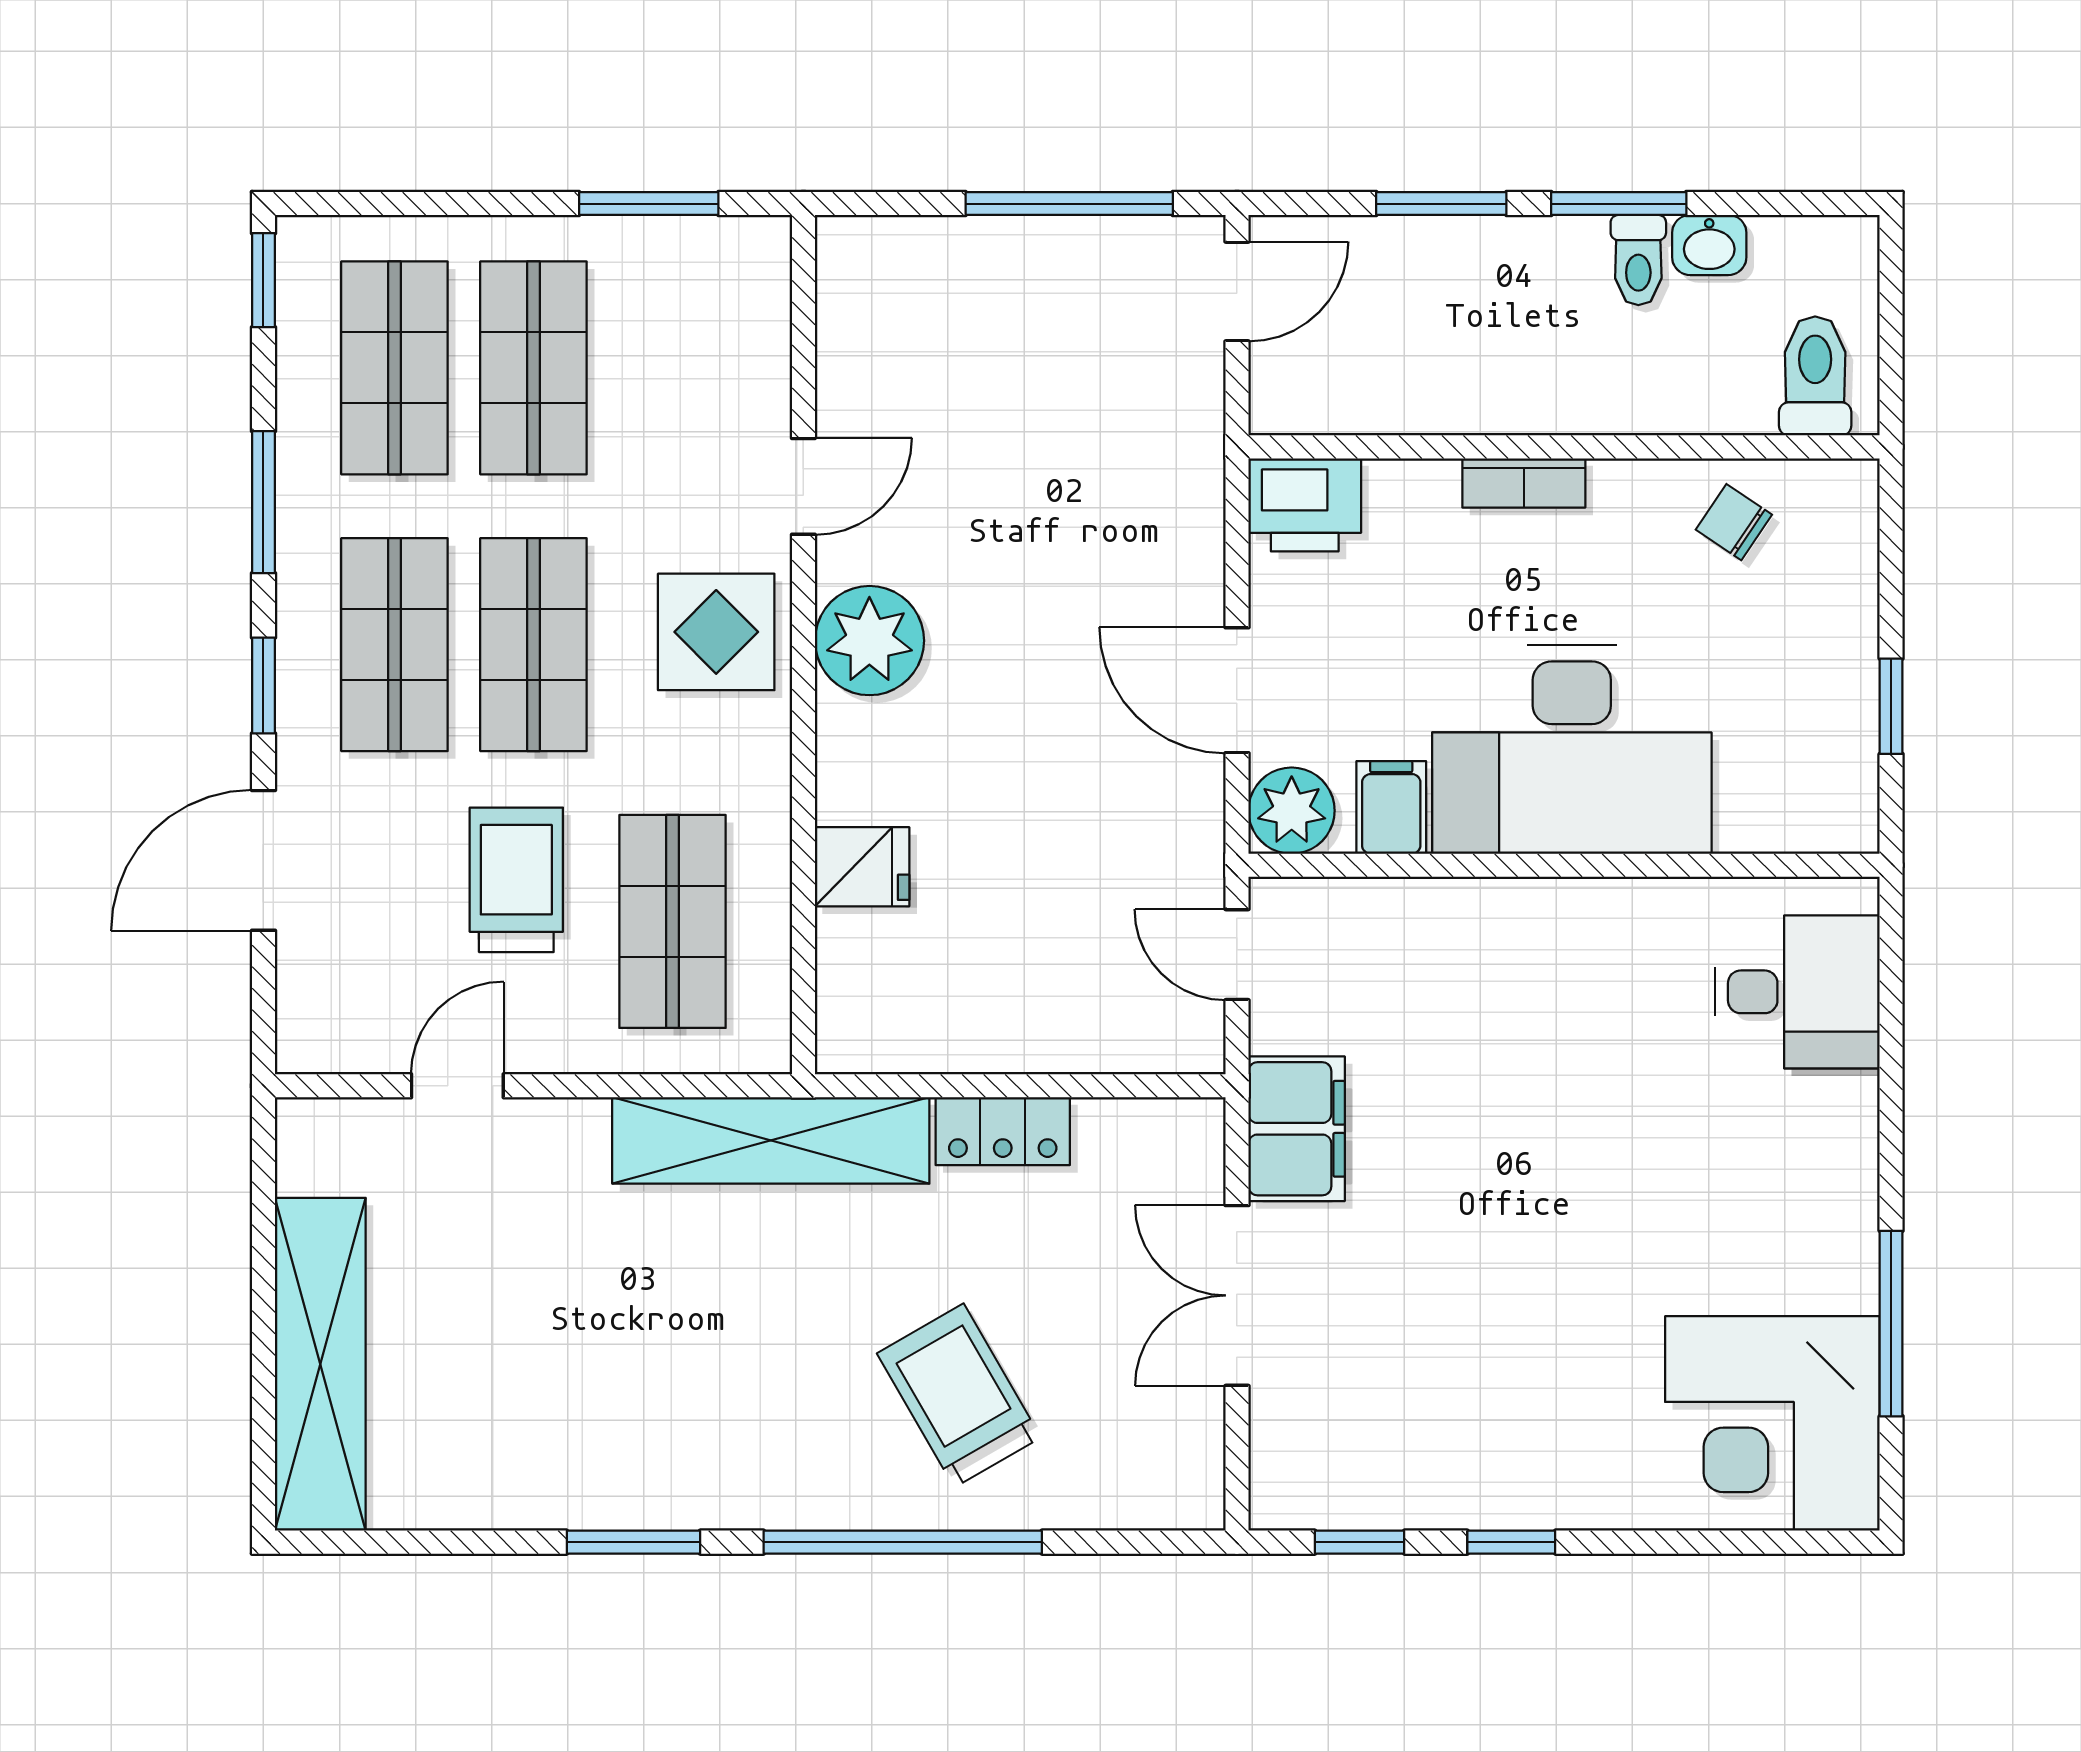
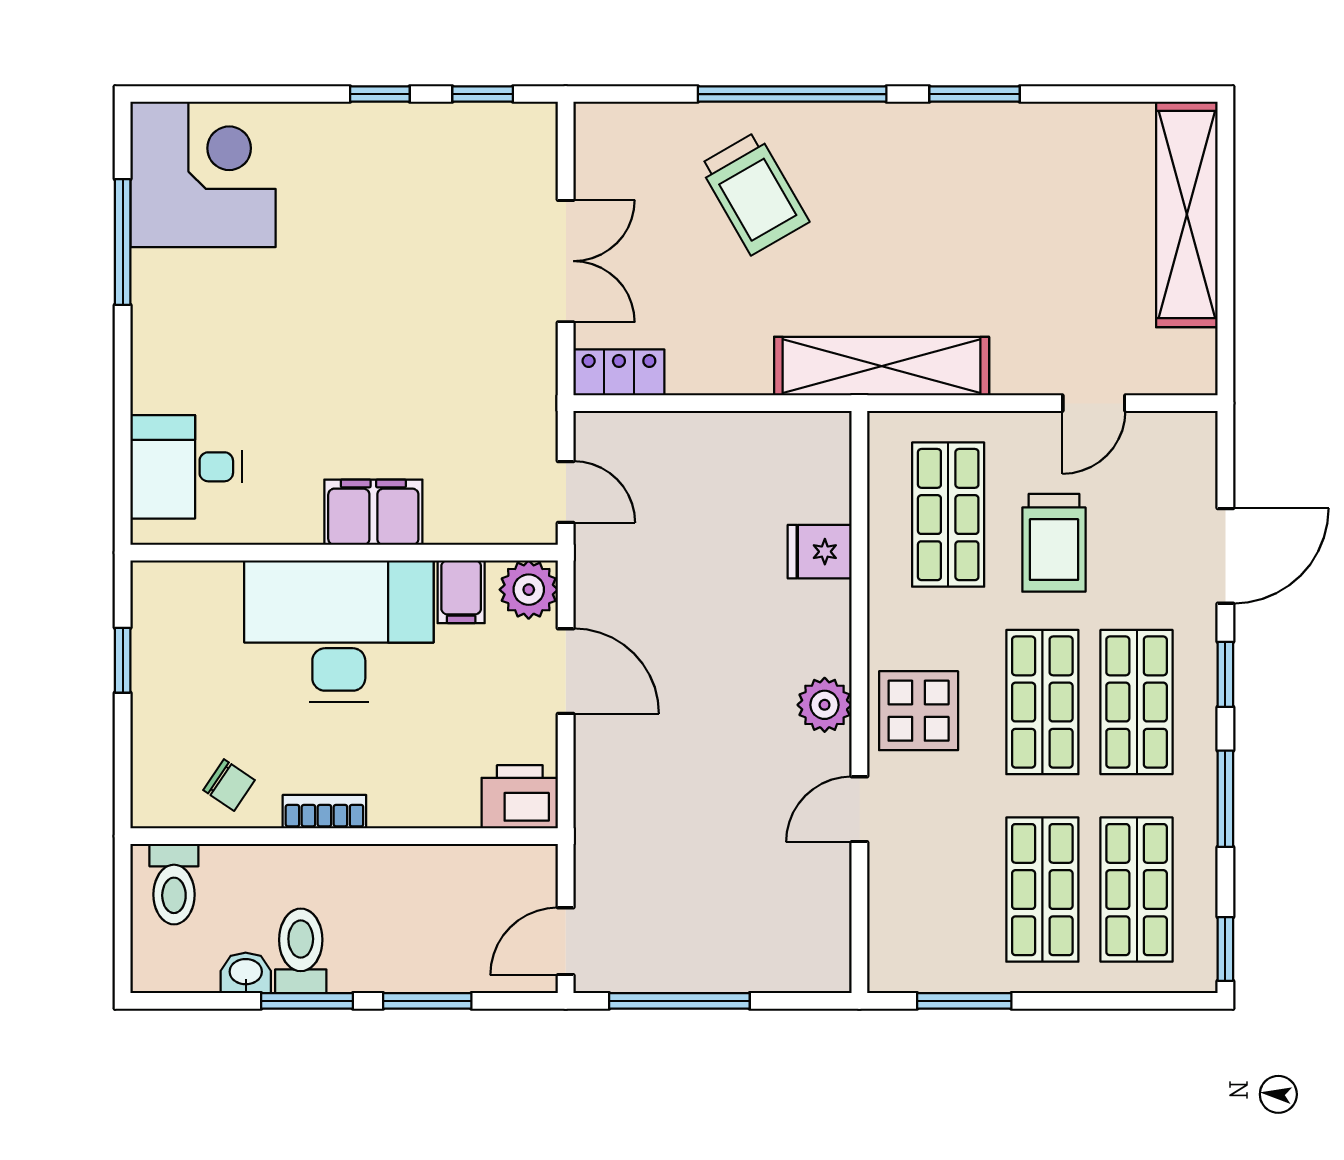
toilet: (1638, 260) -> (301, 951), width x1.37, depth x1.39
bookcase: (1524, 483) -> (324, 812), moved
plant: (869, 641) -> (825, 705), width x0.73, depth x0.73
filing cabinet: (1297, 1129) -> (373, 512), moved, turned 90
locker: (1003, 1131) -> (619, 372), moved

